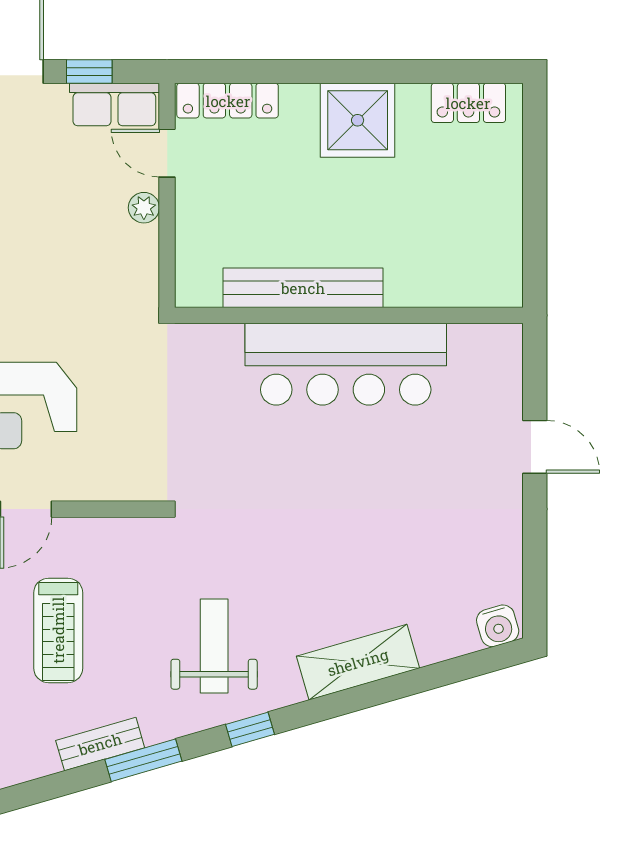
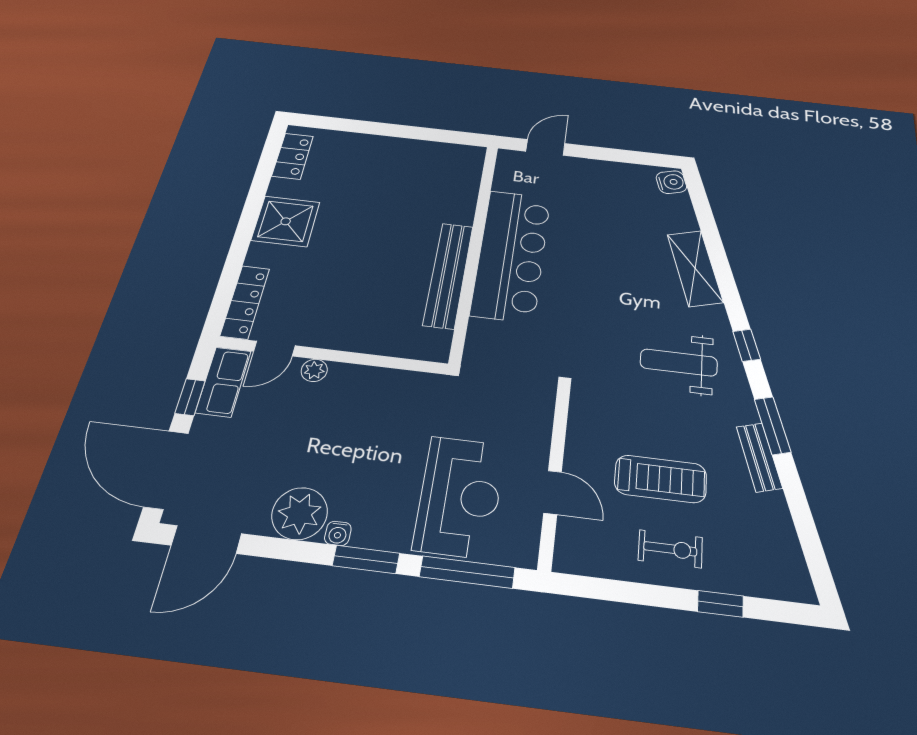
bench: (303, 288) -> (448, 275), moved
wall: (349, 315) -> (475, 248), moved
bar counter: (346, 364) -> (511, 255), moved

